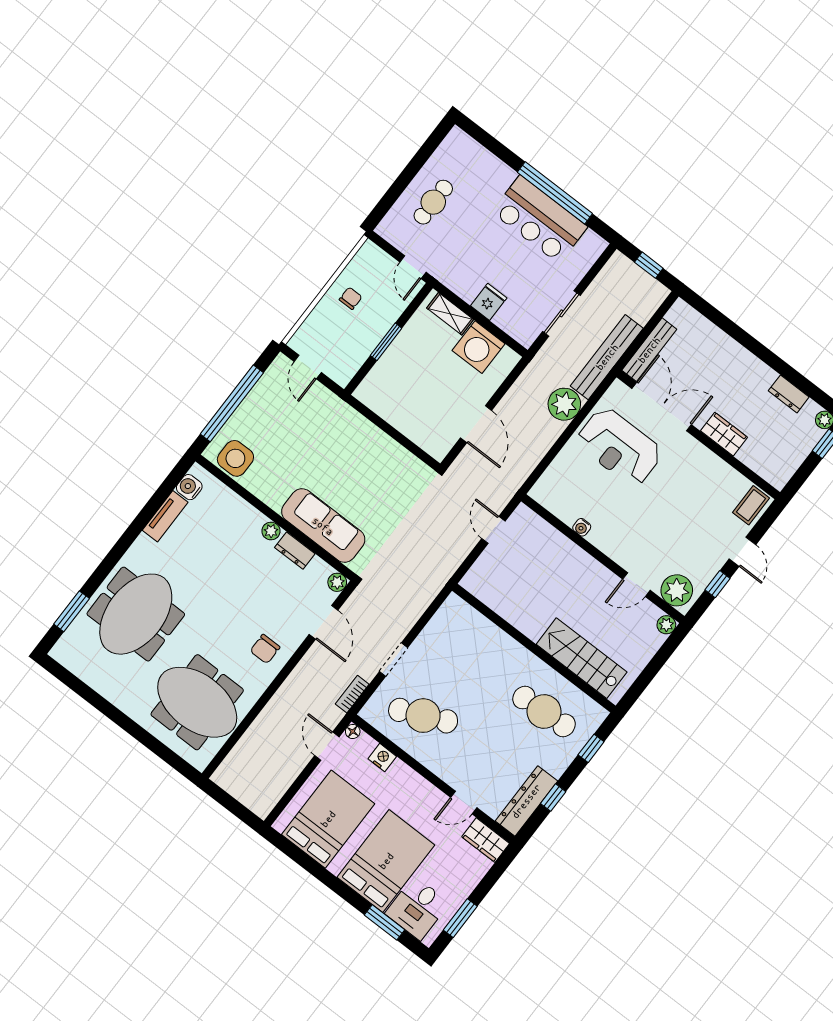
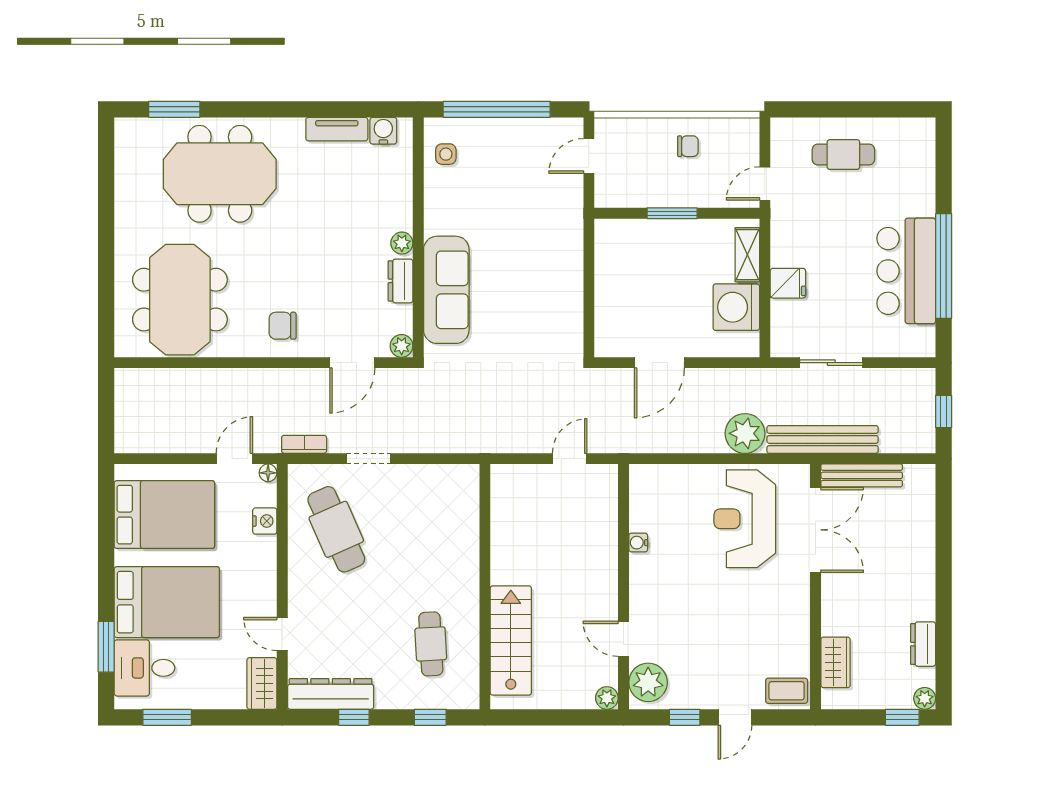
wardrobe: (724, 434) -> (836, 662), moved
side table: (235, 458) -> (446, 154), width x0.54, depth x0.54
cafe table: (544, 711) -> (431, 644), width x0.73, depth x0.74

